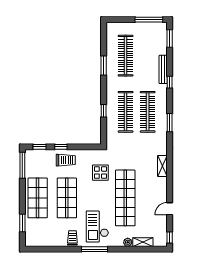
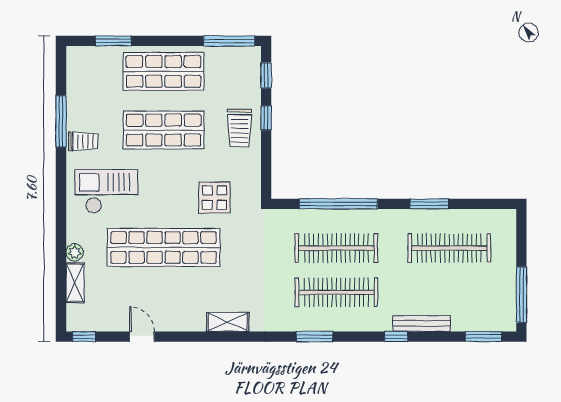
window: (104, 111) -> (338, 204), width x3.17
window: (95, 249) -> (61, 121), moved

